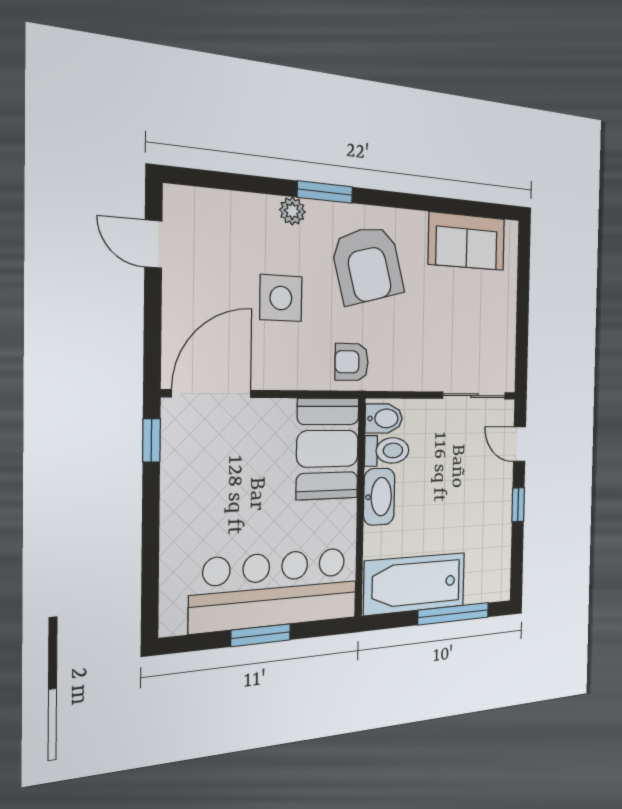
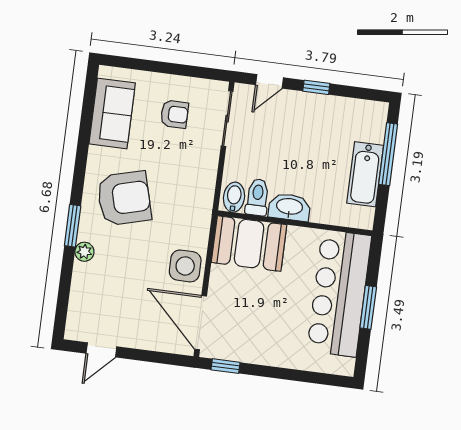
side table: (281, 298) -> (185, 266), moved
armchair: (352, 362) -> (174, 114), moved, turned -90
bathtub: (415, 584) -> (365, 174), width x0.73, depth x0.73

